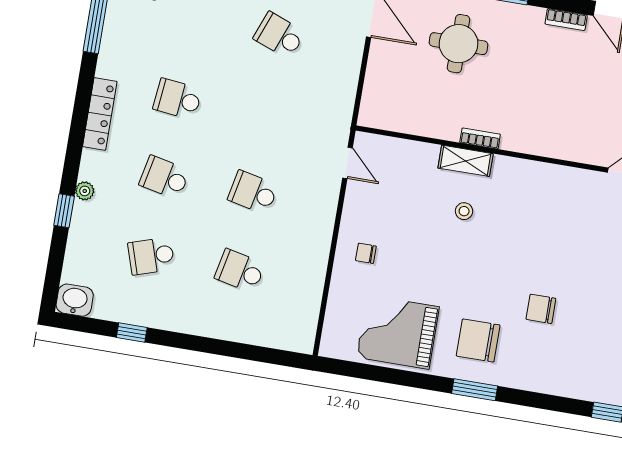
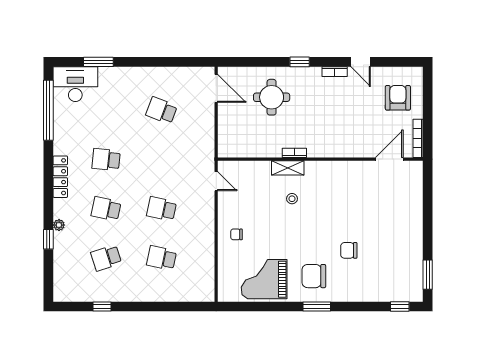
washbasin: (75, 300) -> (64, 293), removed

